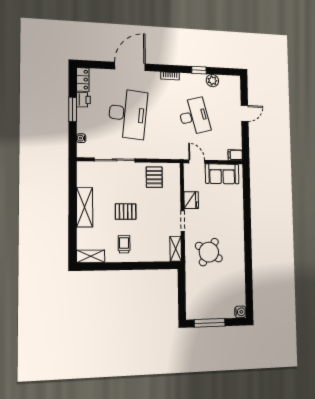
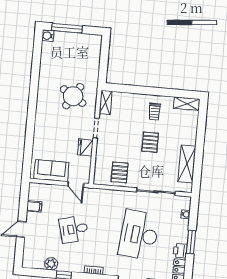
desk: (194, 116) -> (74, 229), width x0.73
filing cabinet: (235, 155) -> (34, 206), moved
shelving: (85, 207) -> (187, 164), moved
pallet: (126, 212) -> (150, 142), turned 90
window: (210, 323) -> (67, 28), moved

